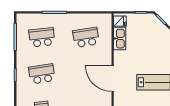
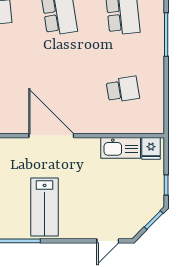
school desk: (86, 37) -> (123, 89), width x0.54
door: (113, 78) -> (51, 136), hinge flipped

